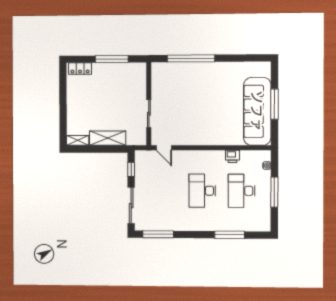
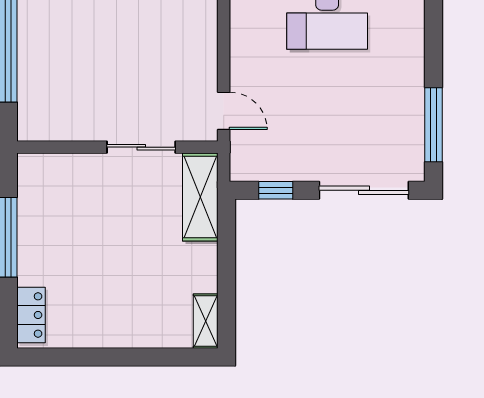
shelving: (108, 138) -> (200, 197), moved
door: (164, 148) -> (224, 111), hinge flipped

